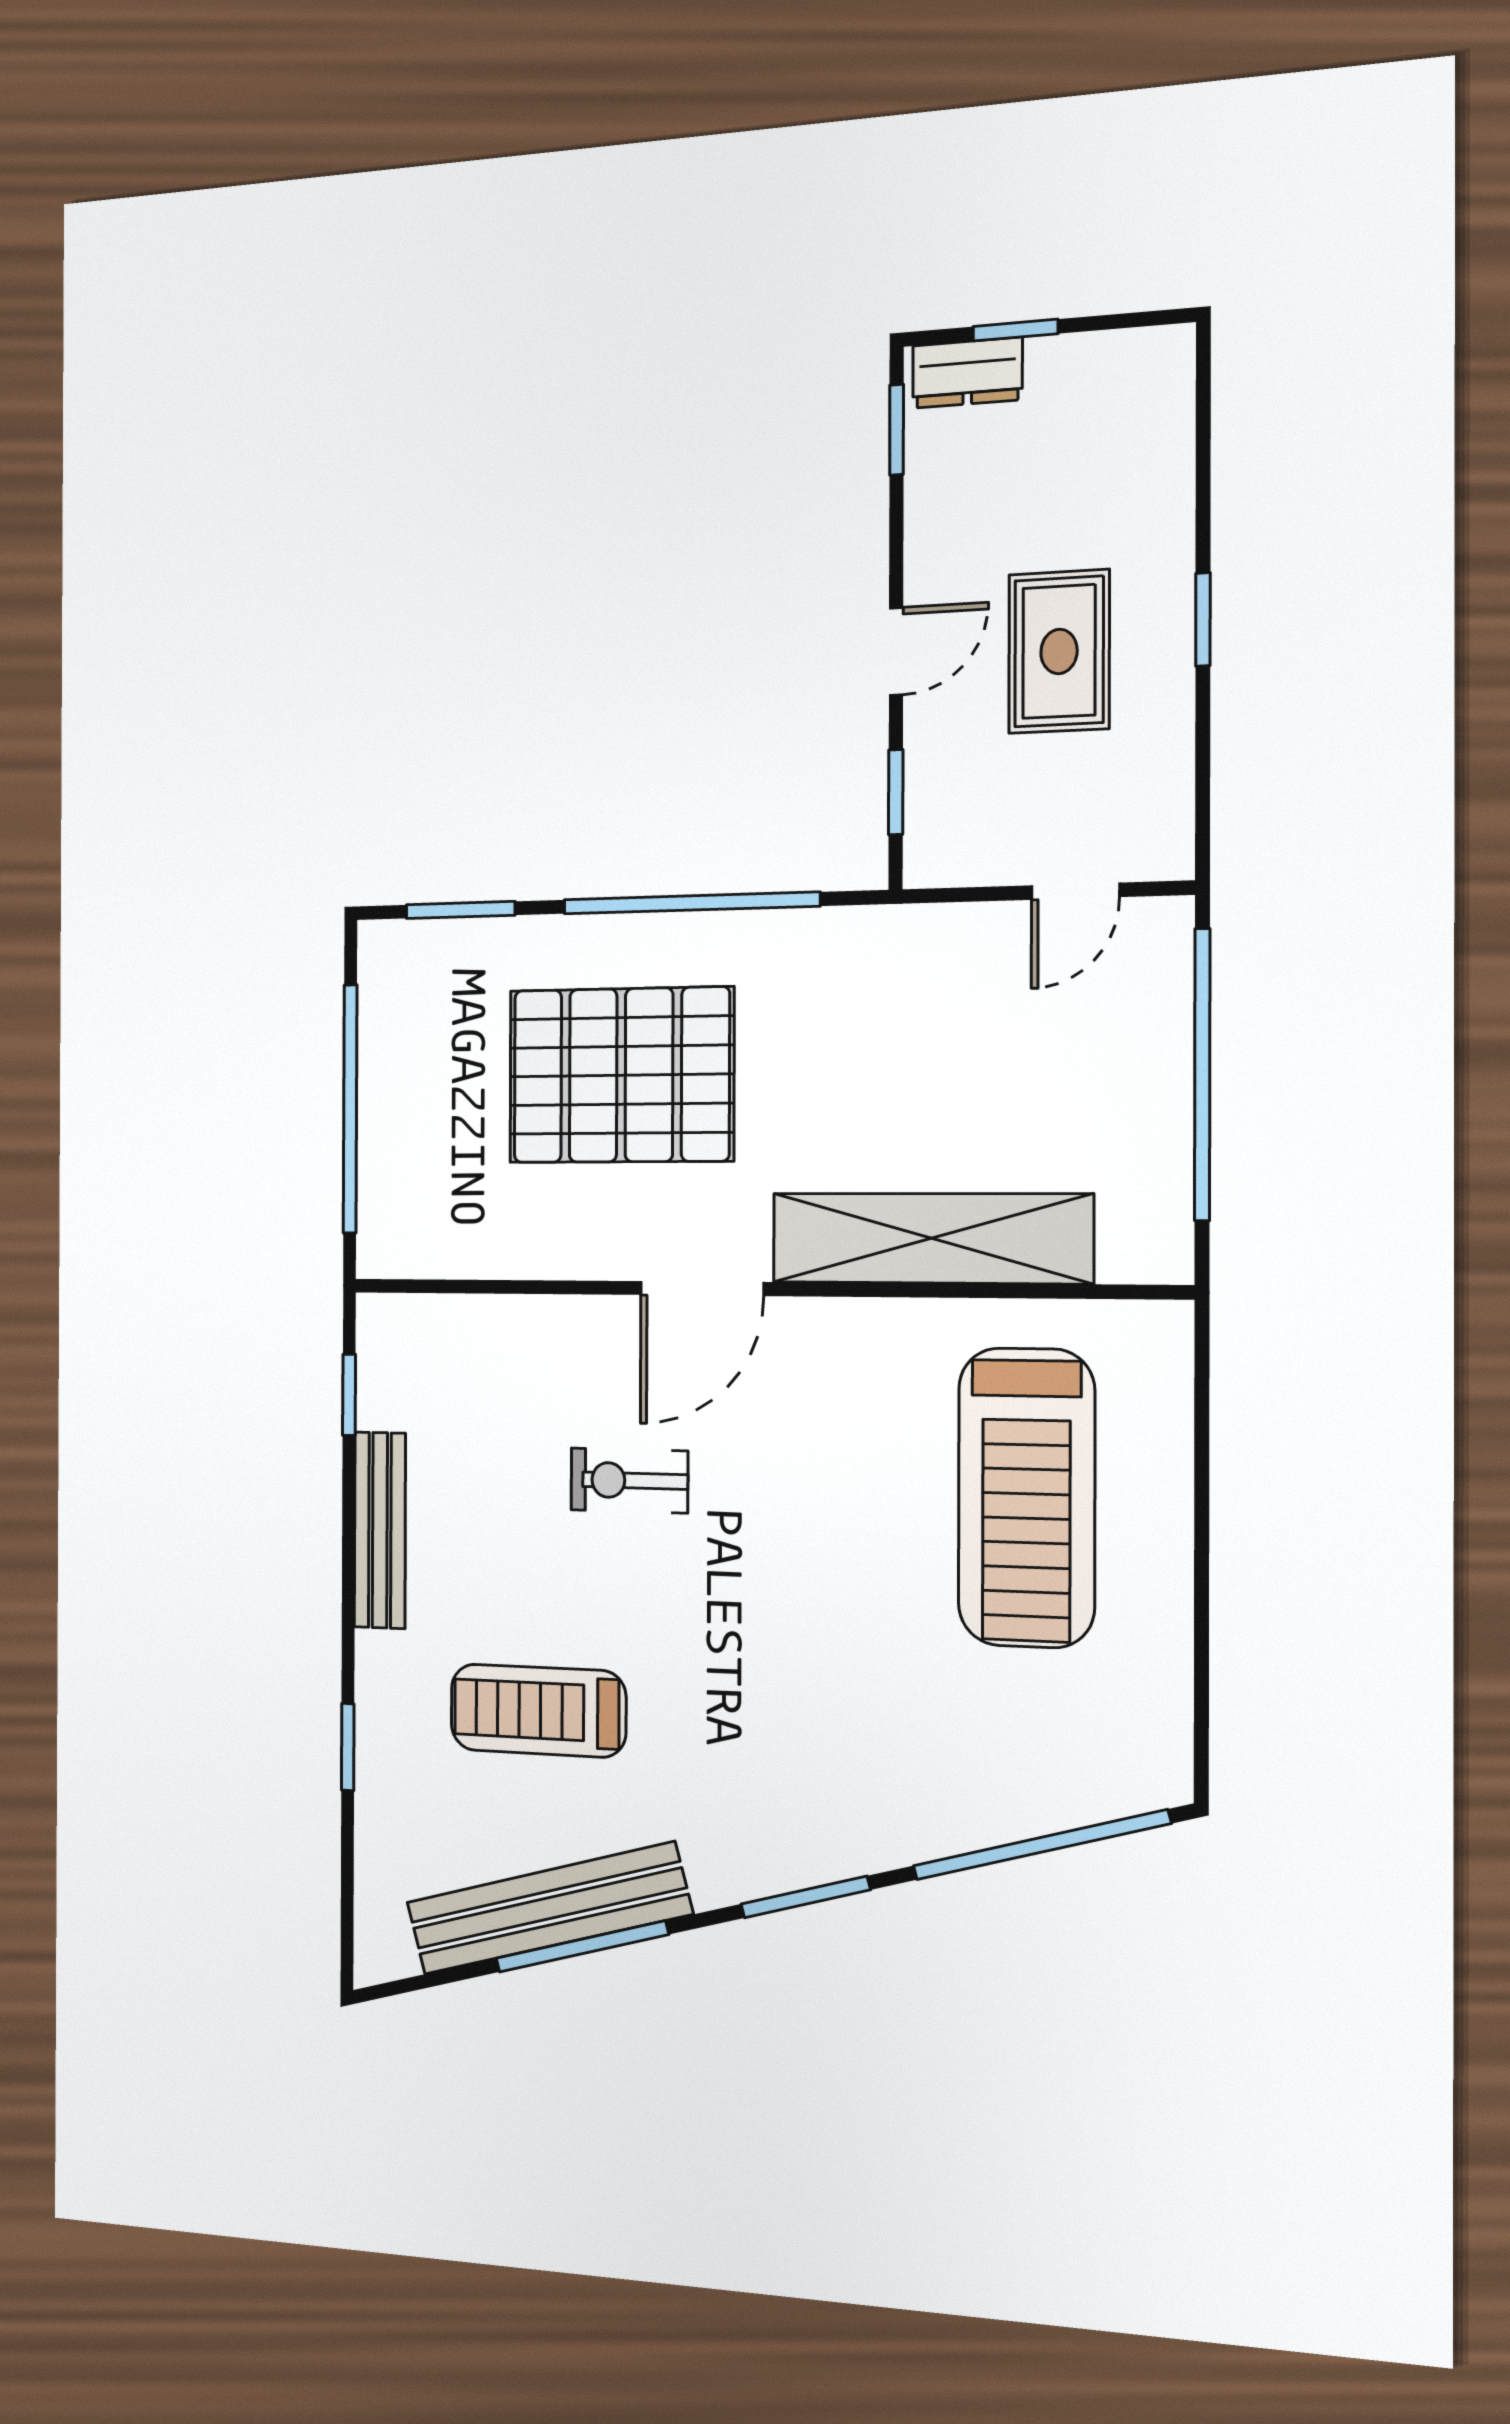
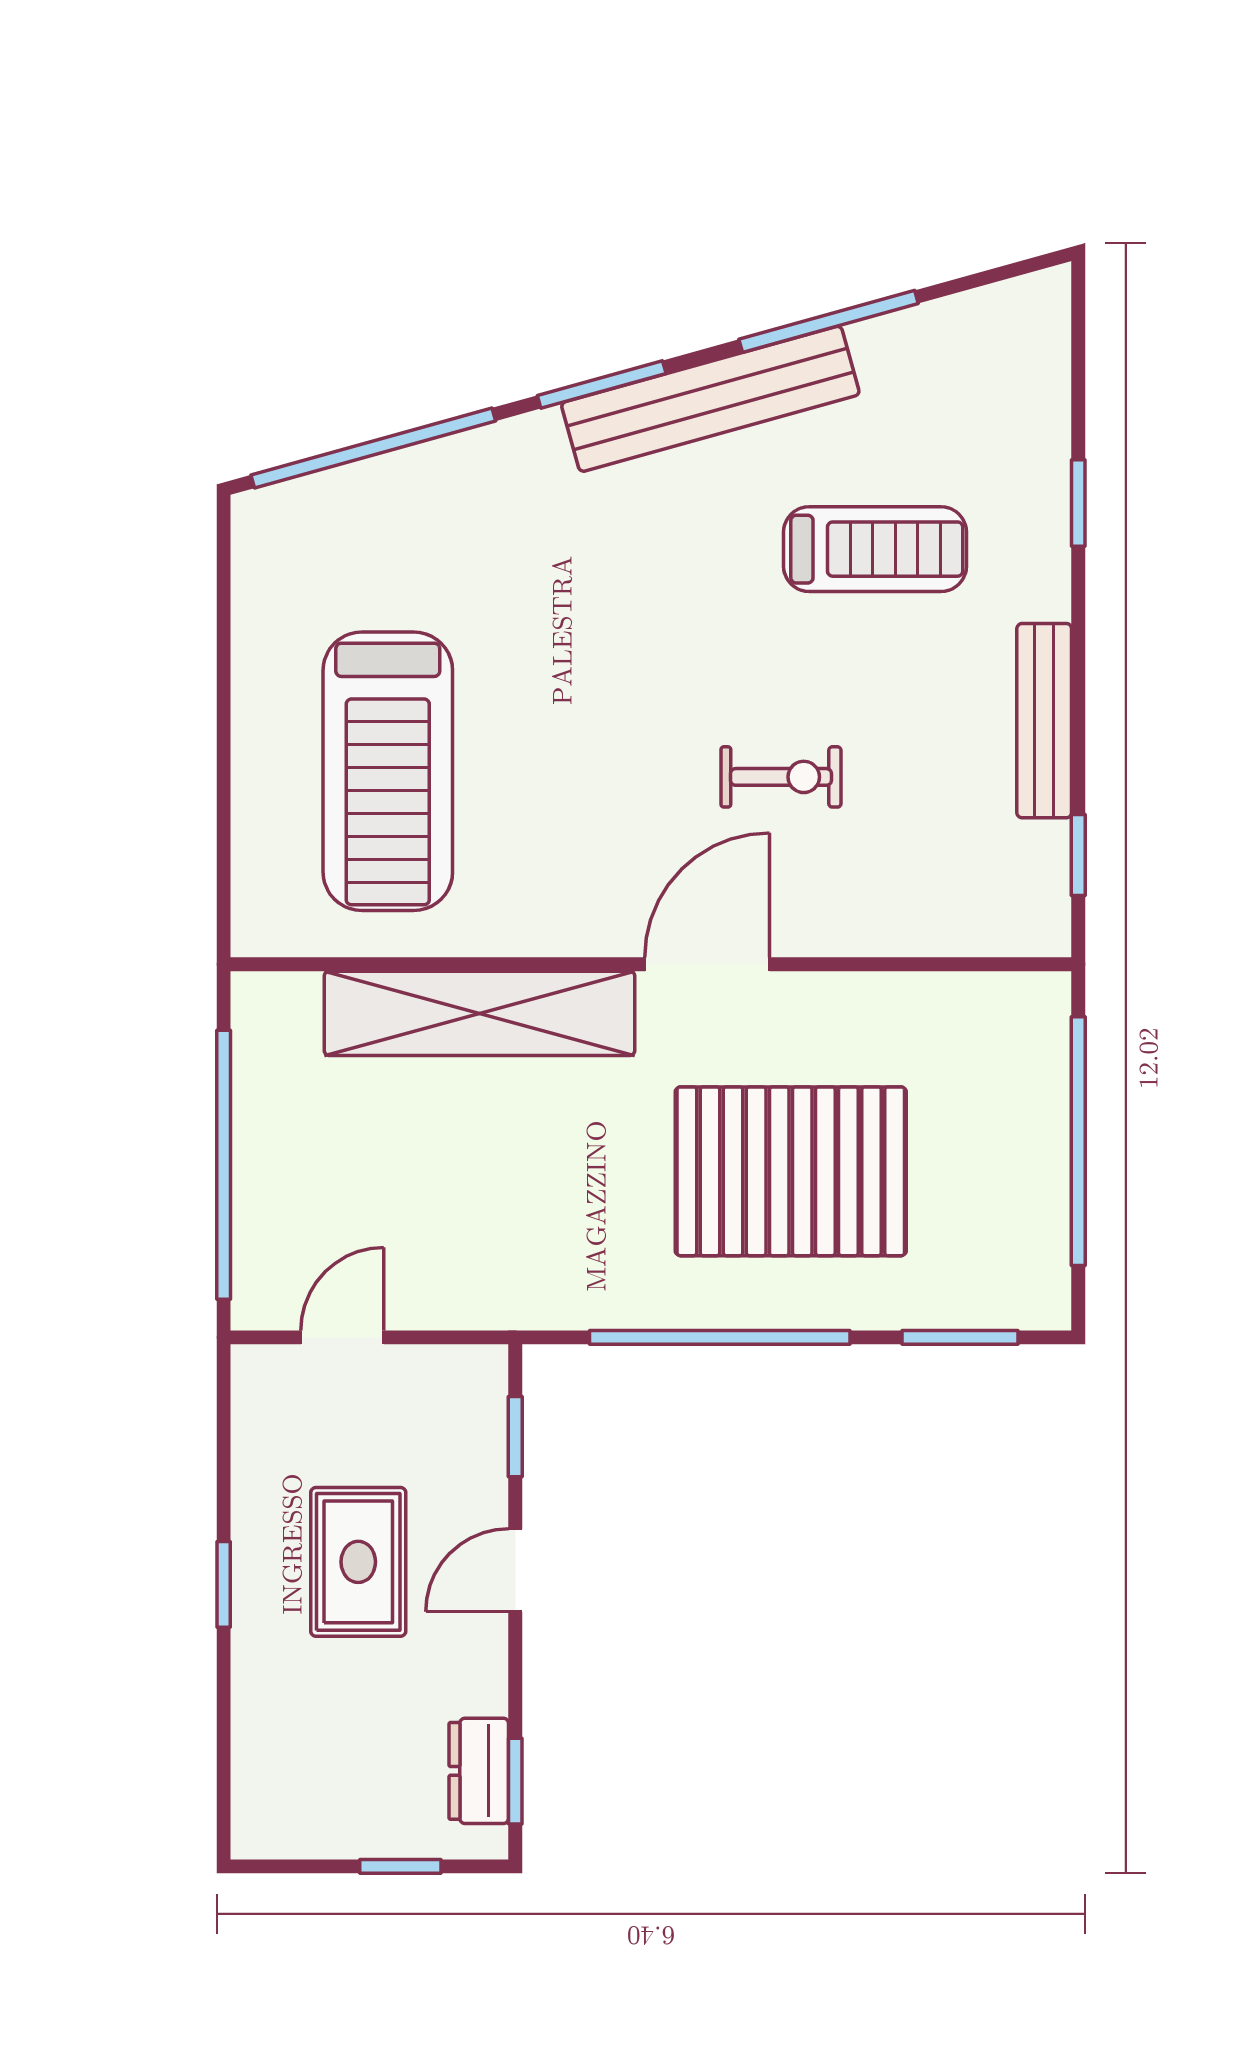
dresser: (967, 373) -> (479, 1771), moved, turned -90
treadmill: (1026, 1498) -> (388, 771), turned 180
bench: (548, 1908) -> (710, 399), moved

